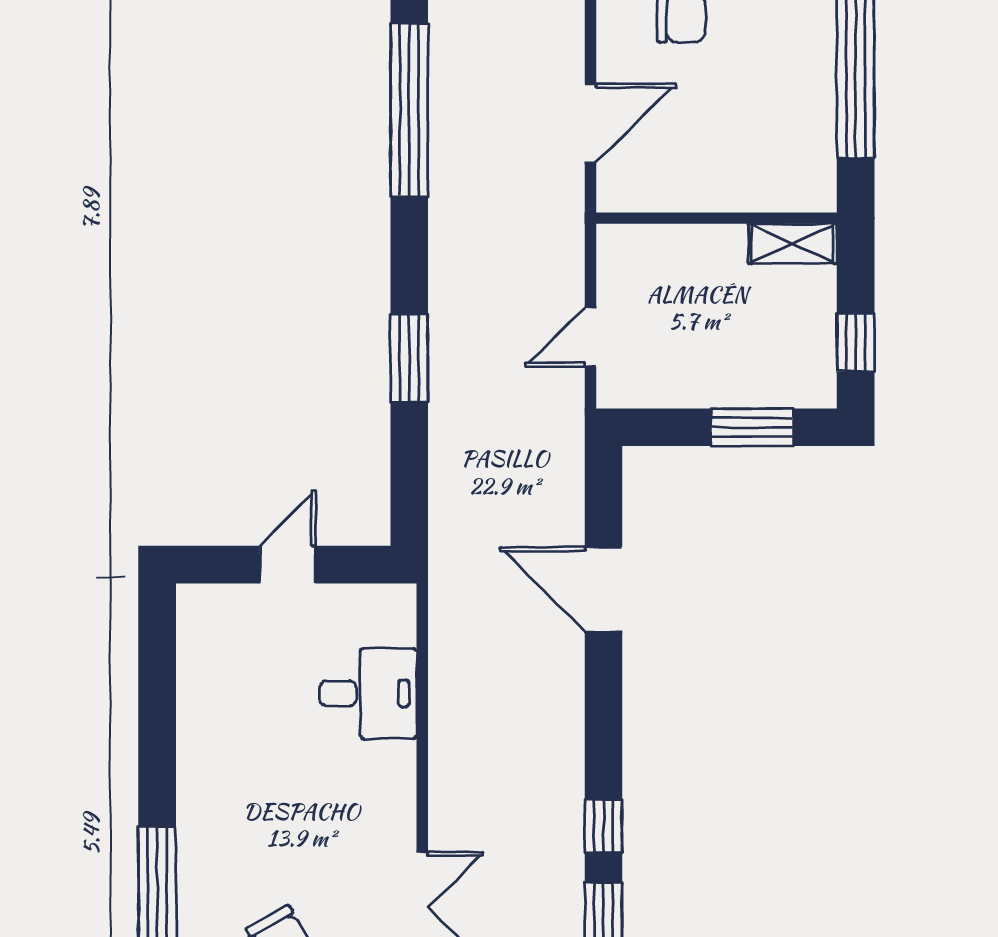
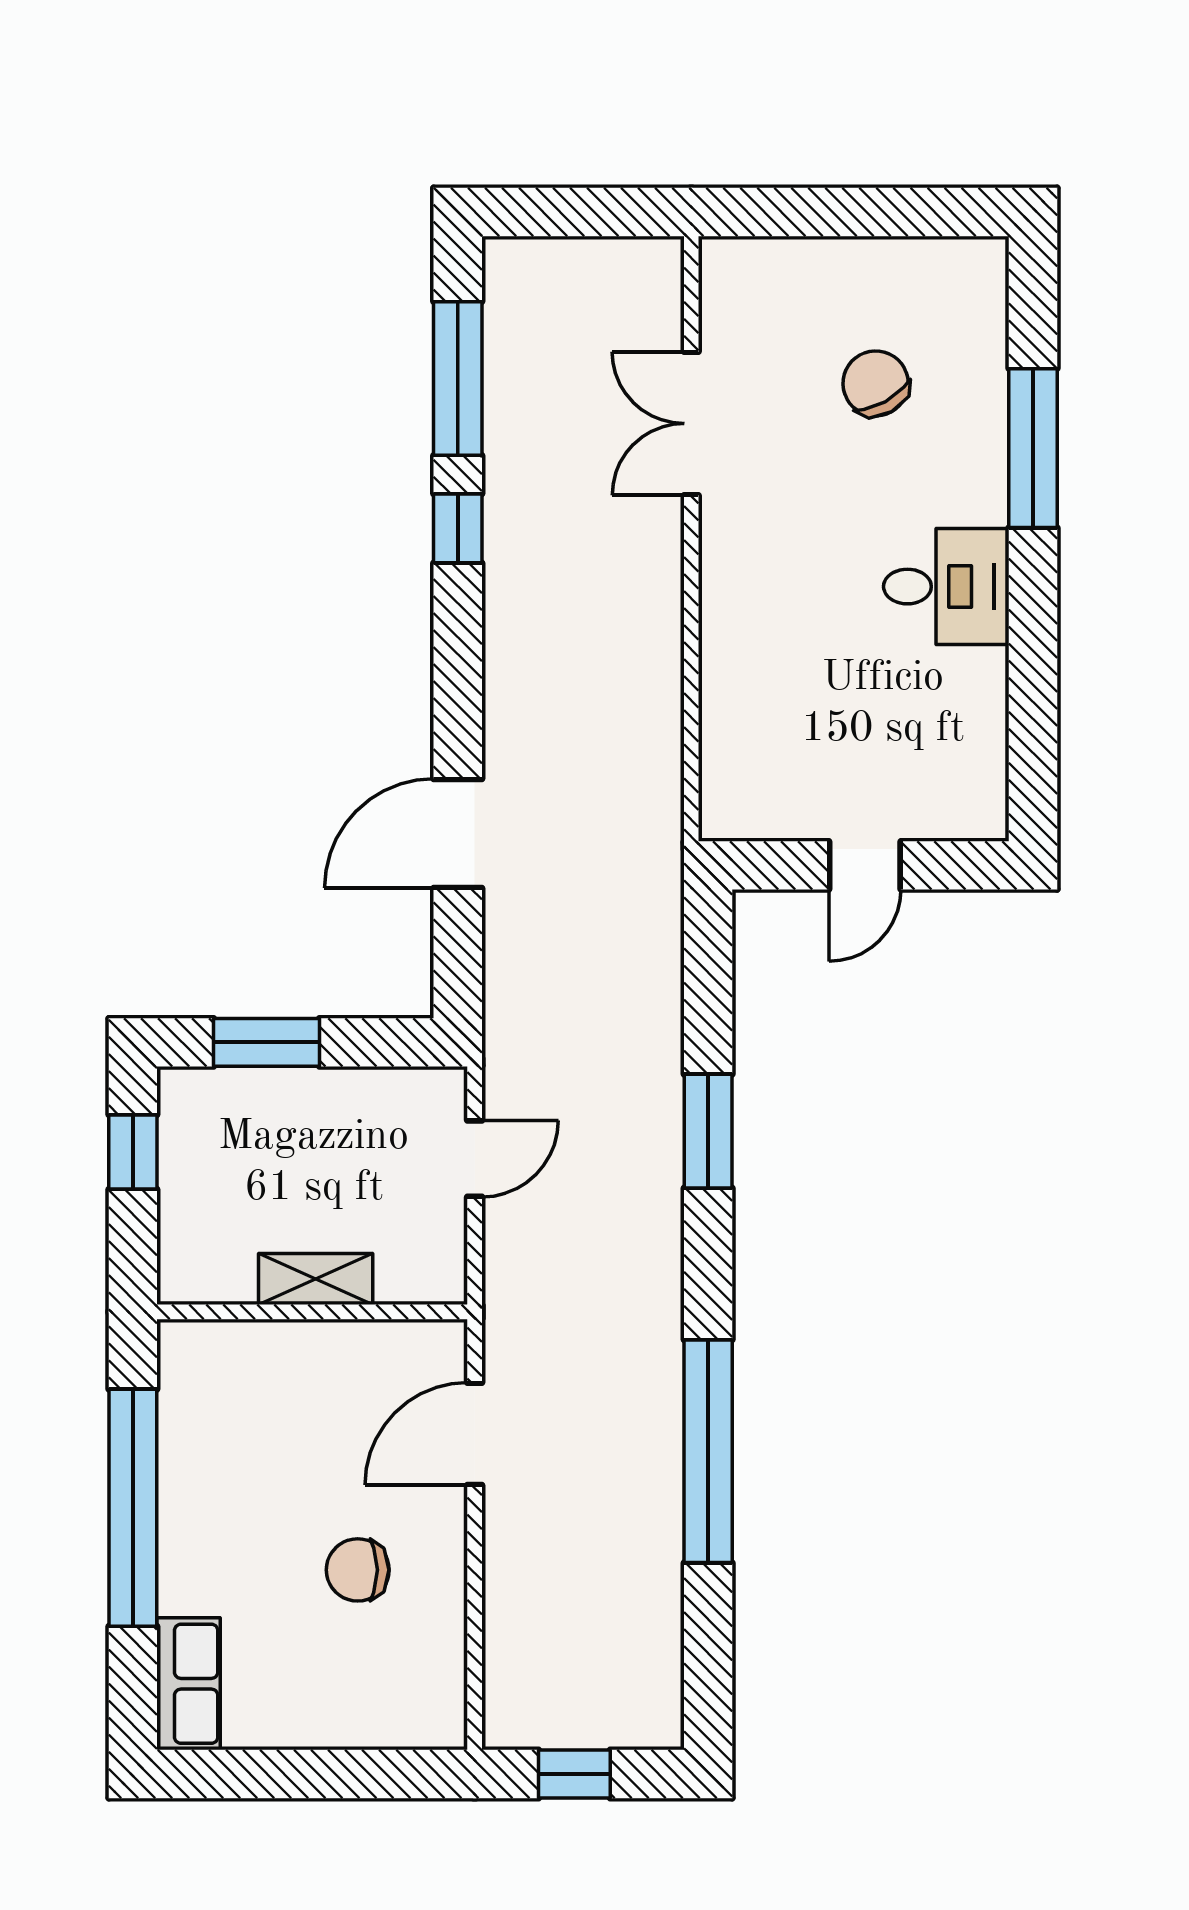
shelving: (793, 244) -> (316, 1279), moved
door: (603, 589) -> (458, 833), swing flipped
desk: (368, 693) -> (946, 587), moved, turned 180

